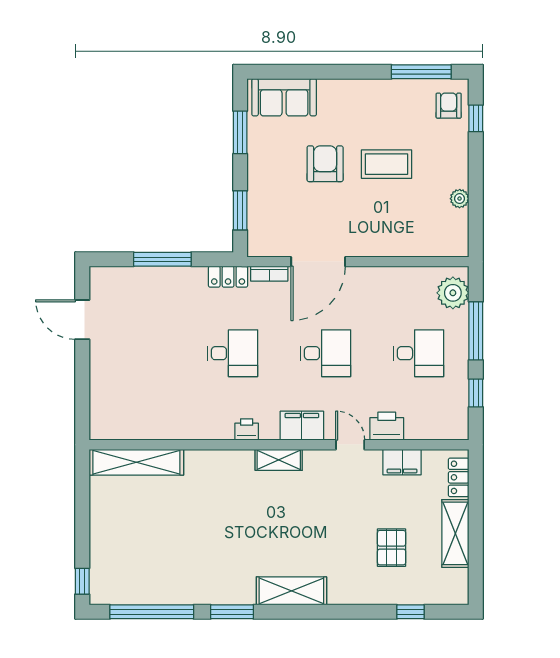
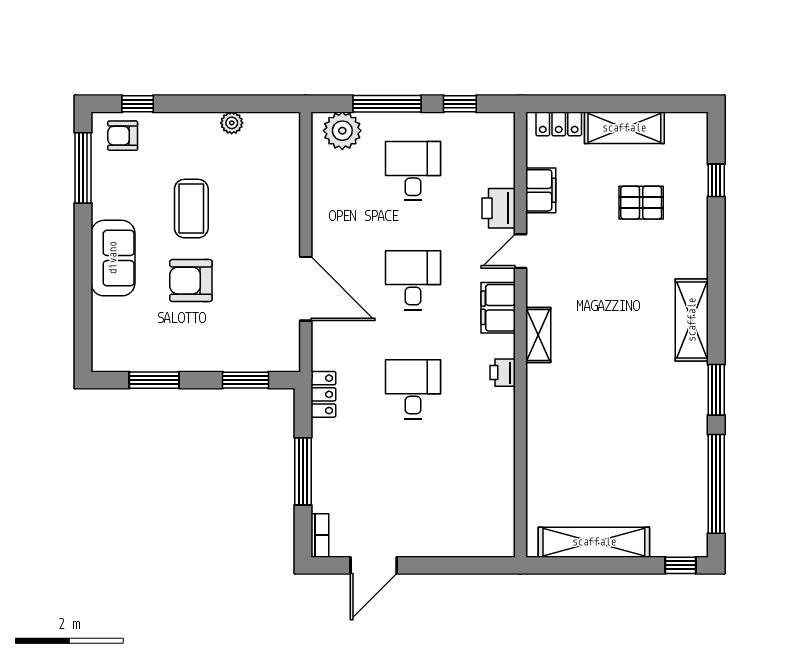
sofa: (284, 97) -> (113, 258), moved
bookcase: (269, 274) -> (320, 535), moved
shelving: (136, 462) -> (594, 542), moved, turned 90

